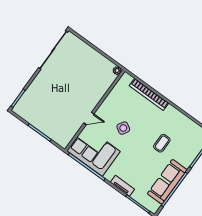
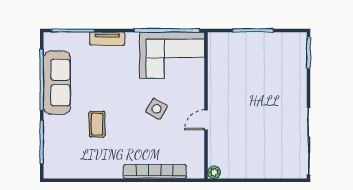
door: (89, 118) -> (206, 120), moved

